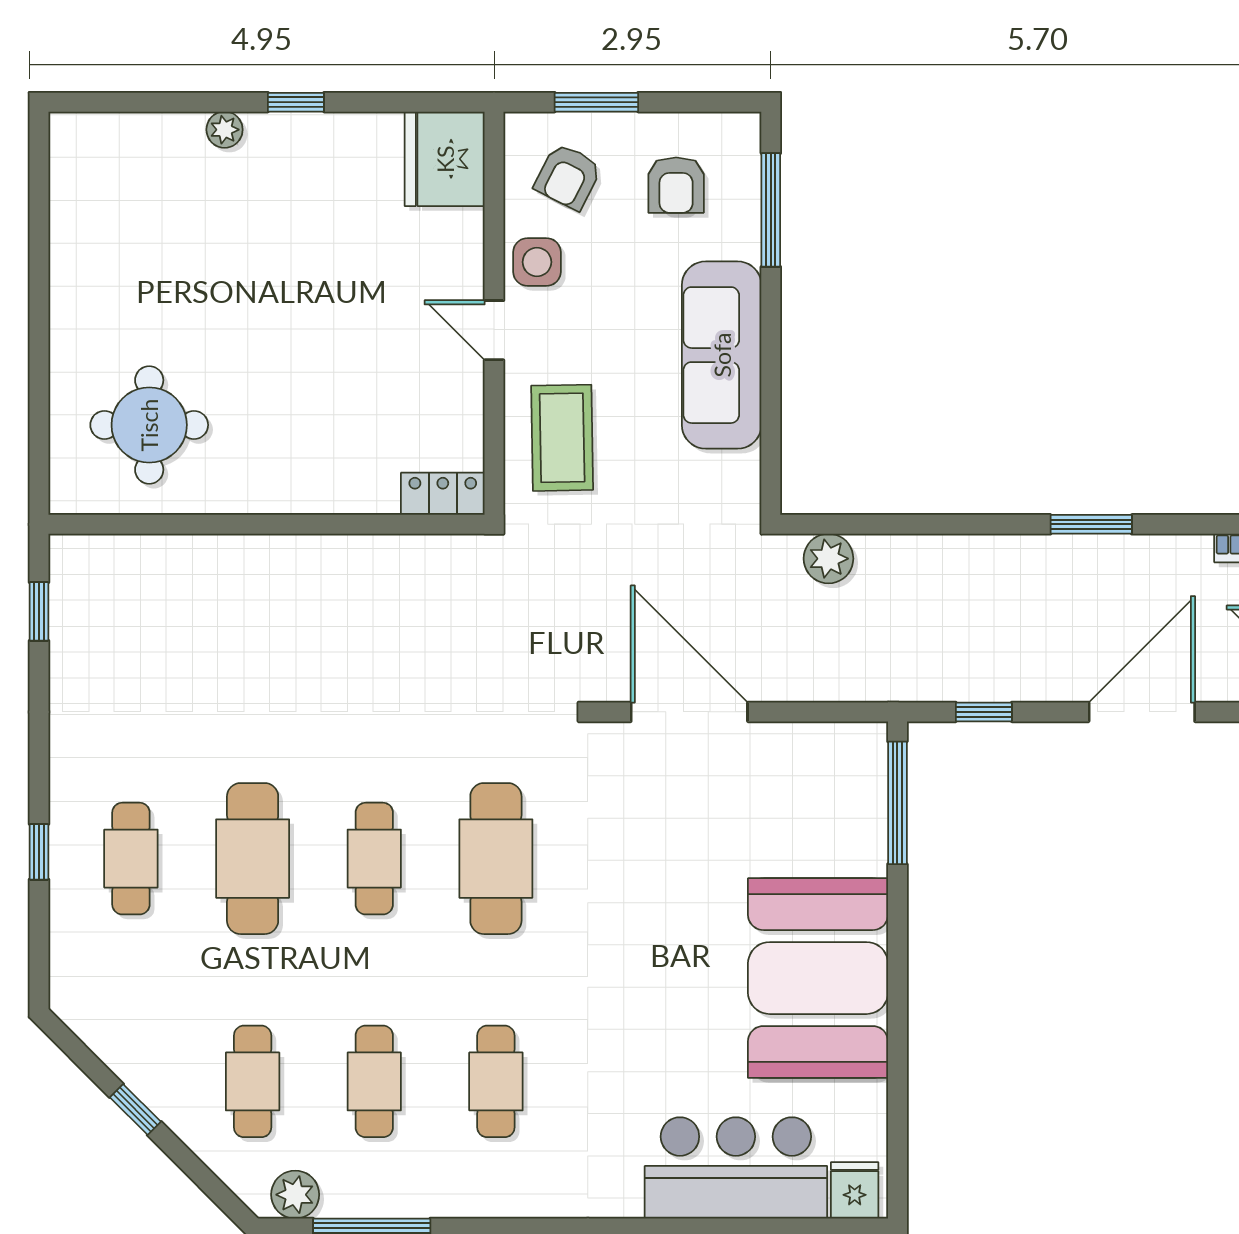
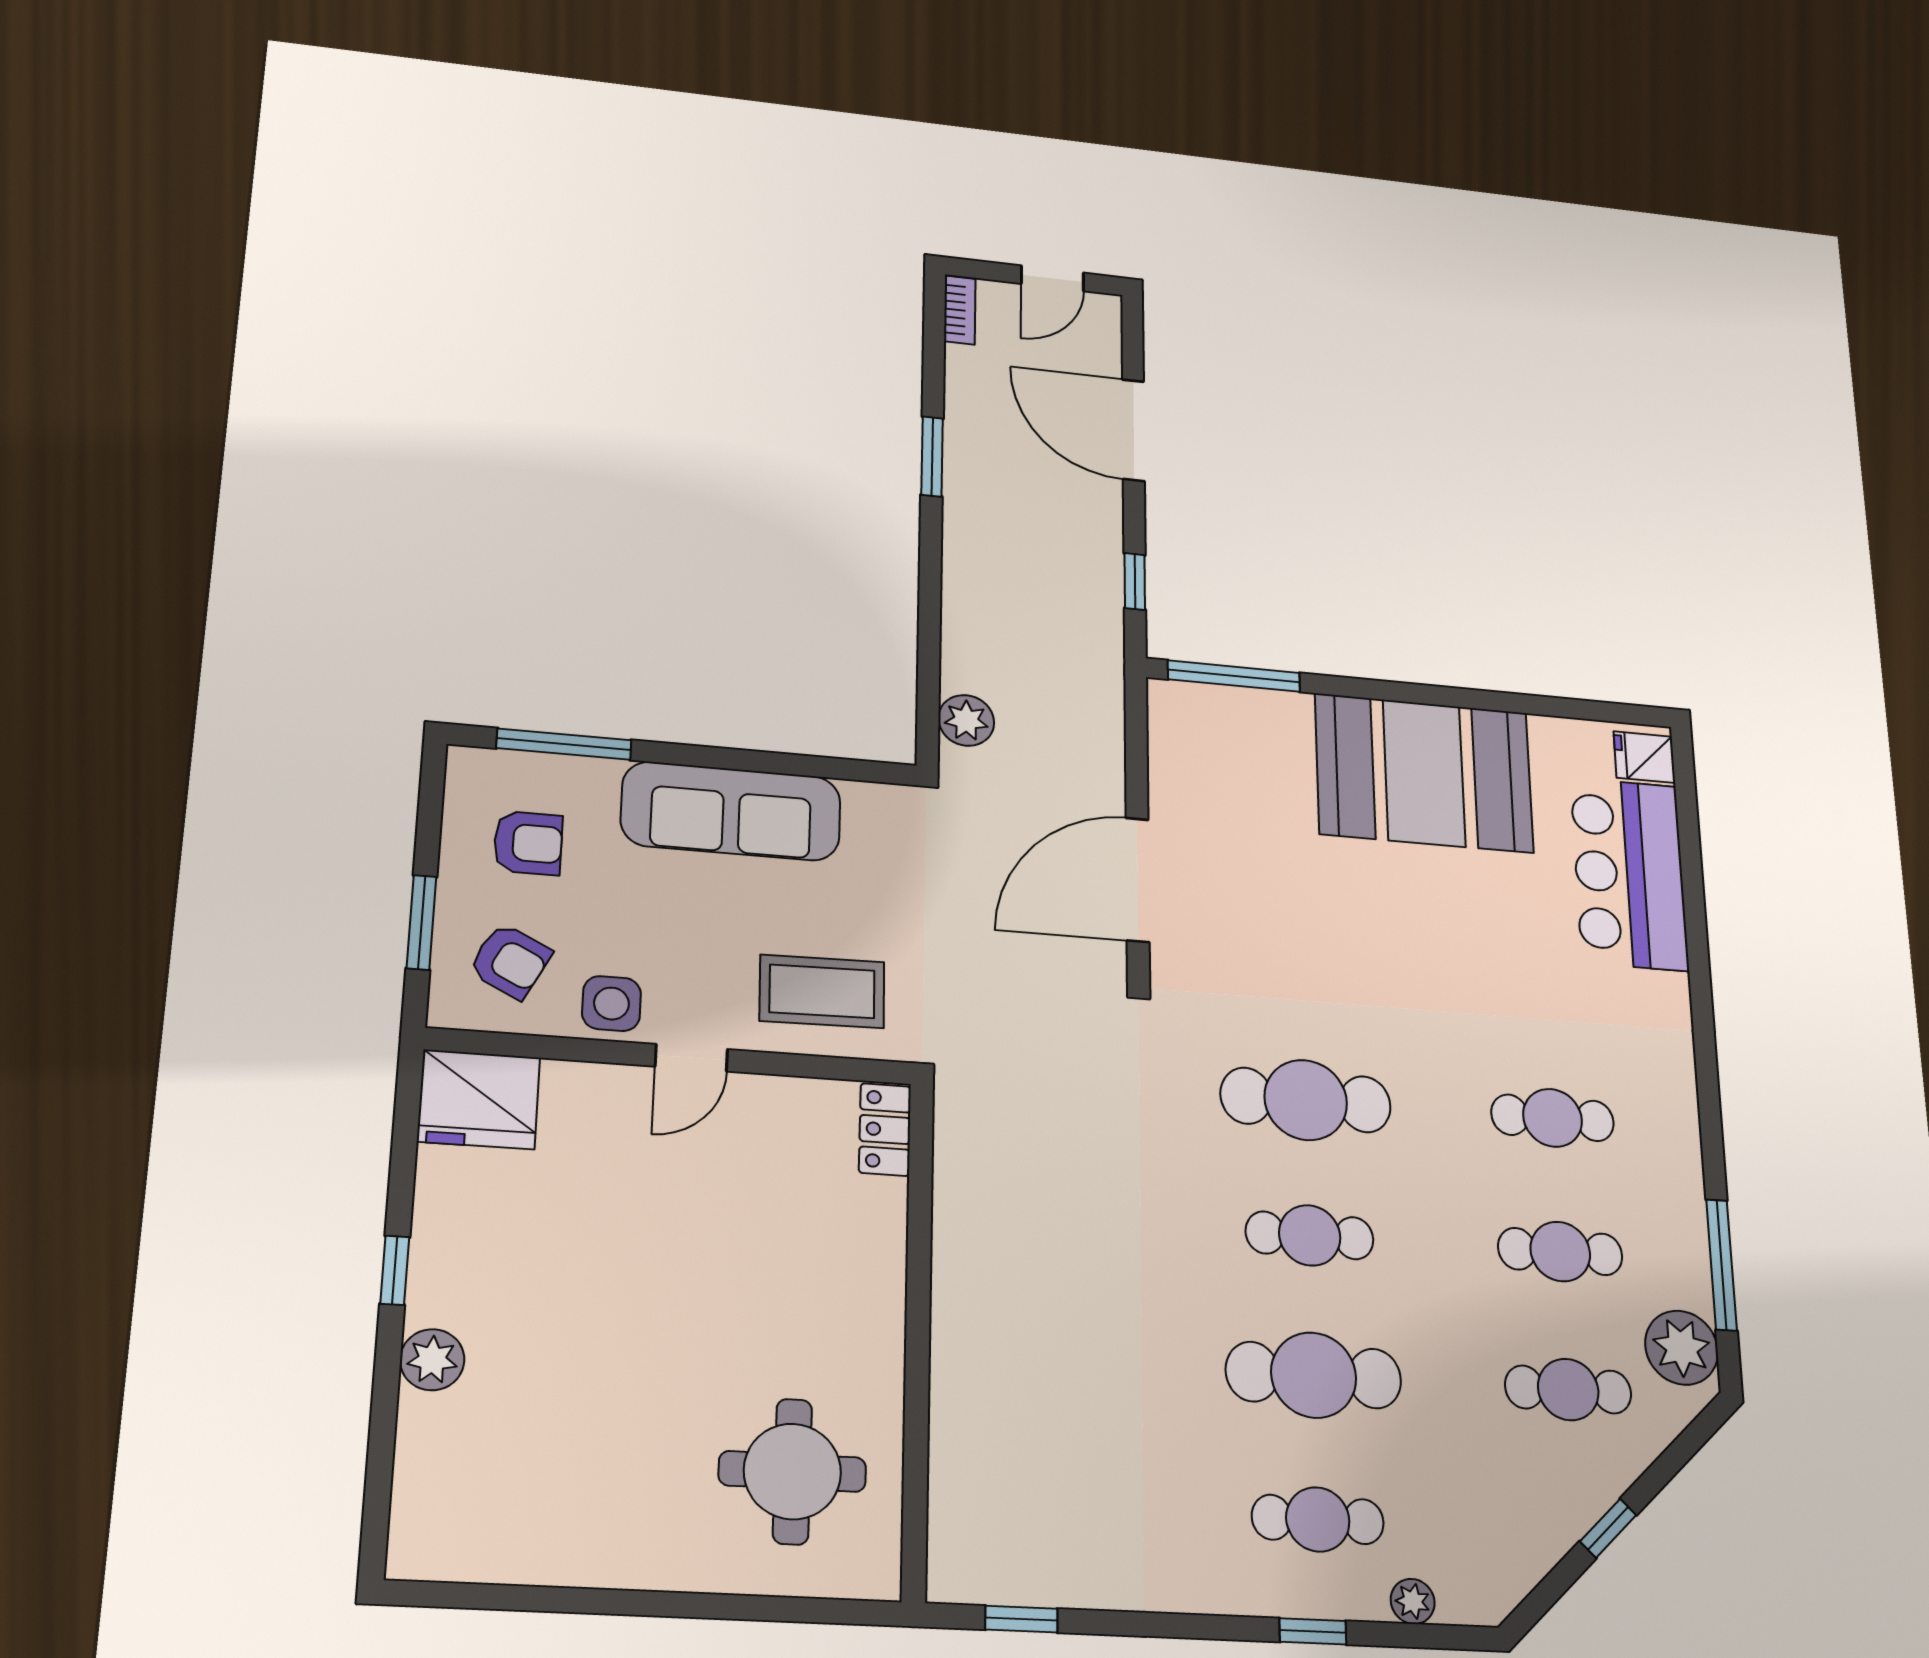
plant: (225, 130) -> (432, 1360), width x1.38, depth x1.38
plant: (67, 937) -> (1413, 1601), added
plant: (295, 1195) -> (1682, 1348), width x1.36, depth x1.36

